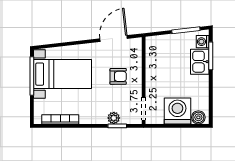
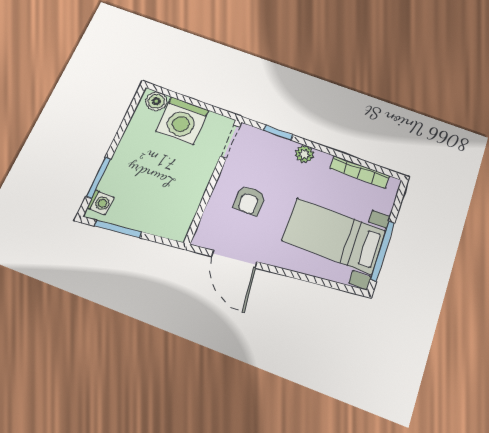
door: (114, 39) -> (234, 259), hinge flipped
kitchen sink: (200, 62) -> (119, 175), removed
armchair: (118, 76) -> (250, 200), turned -90
plant: (114, 118) -> (304, 154), moved

